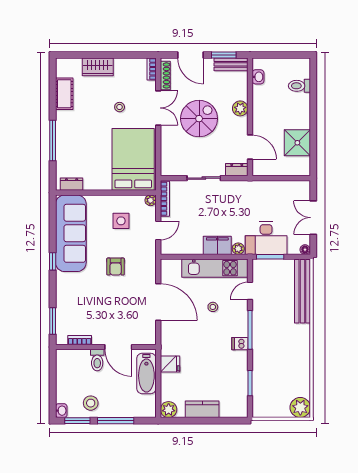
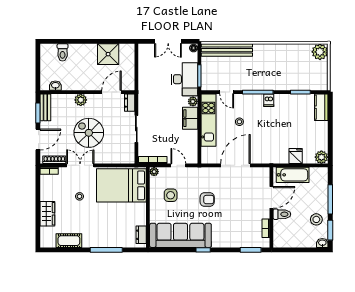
fridge: (170, 364) -> (296, 156), moved
kitchen counter: (202, 409) -> (321, 107), moved

